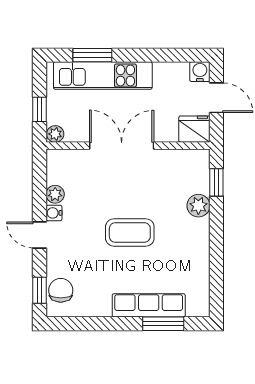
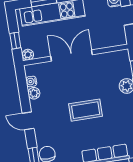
fridge: (194, 129) -> (116, 37), removed
water cooler: (54, 213) -> (31, 81), moved

